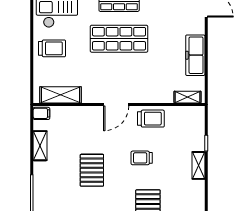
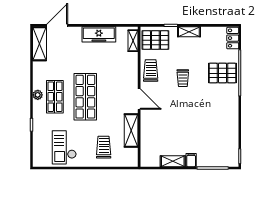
trolley: (52, 48) -> (104, 147), moved
shelving: (61, 95) -> (131, 131), moved
filing cabinet: (41, 113) -> (191, 160), moved
pallet: (92, 170) -> (155, 40), moved

